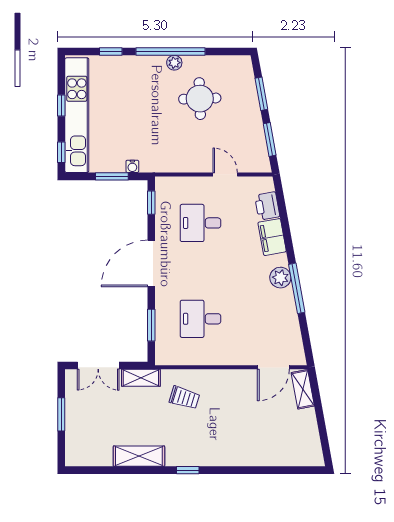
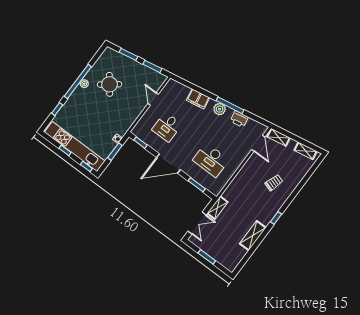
round table: (200, 99) -> (110, 84), turned -36
door: (225, 174) -> (153, 99), hinge flipped
printer: (267, 206) -> (239, 119), moved
door: (151, 263) -> (169, 164), hinge flipped
desk: (201, 319) -> (211, 160), width x1.37
trolley: (184, 398) -> (274, 183), moved
shelving: (312, 441) -> (306, 151), added

